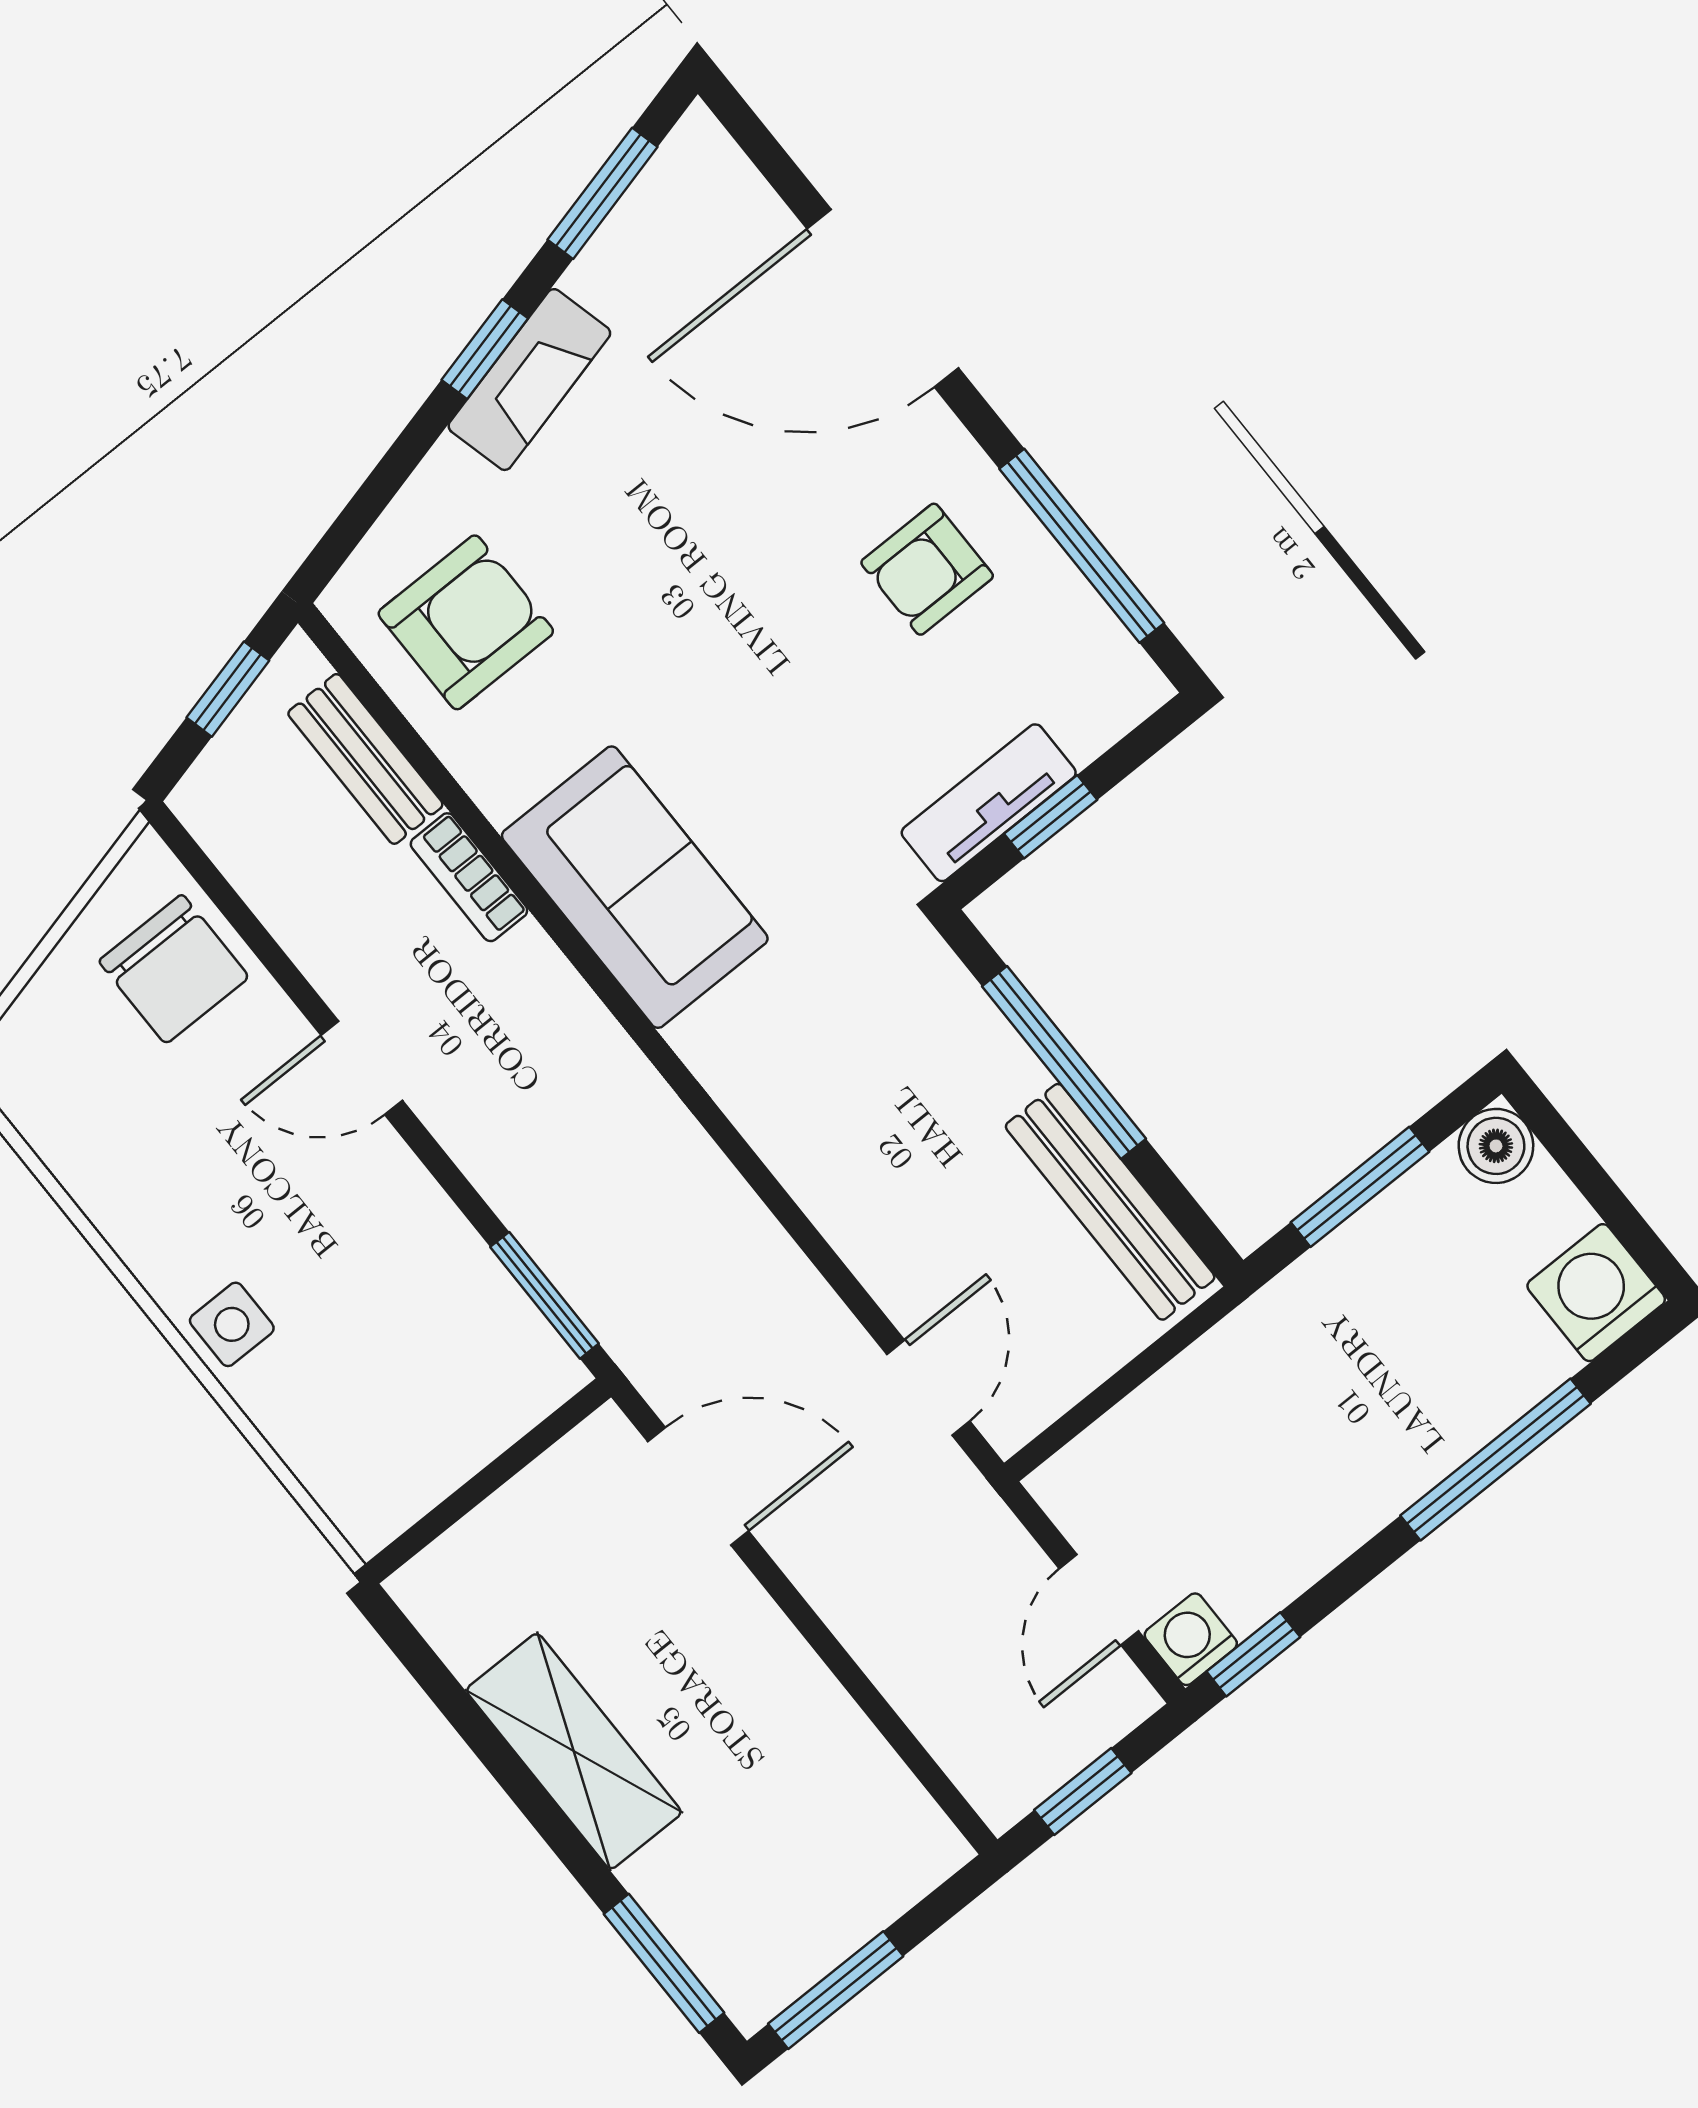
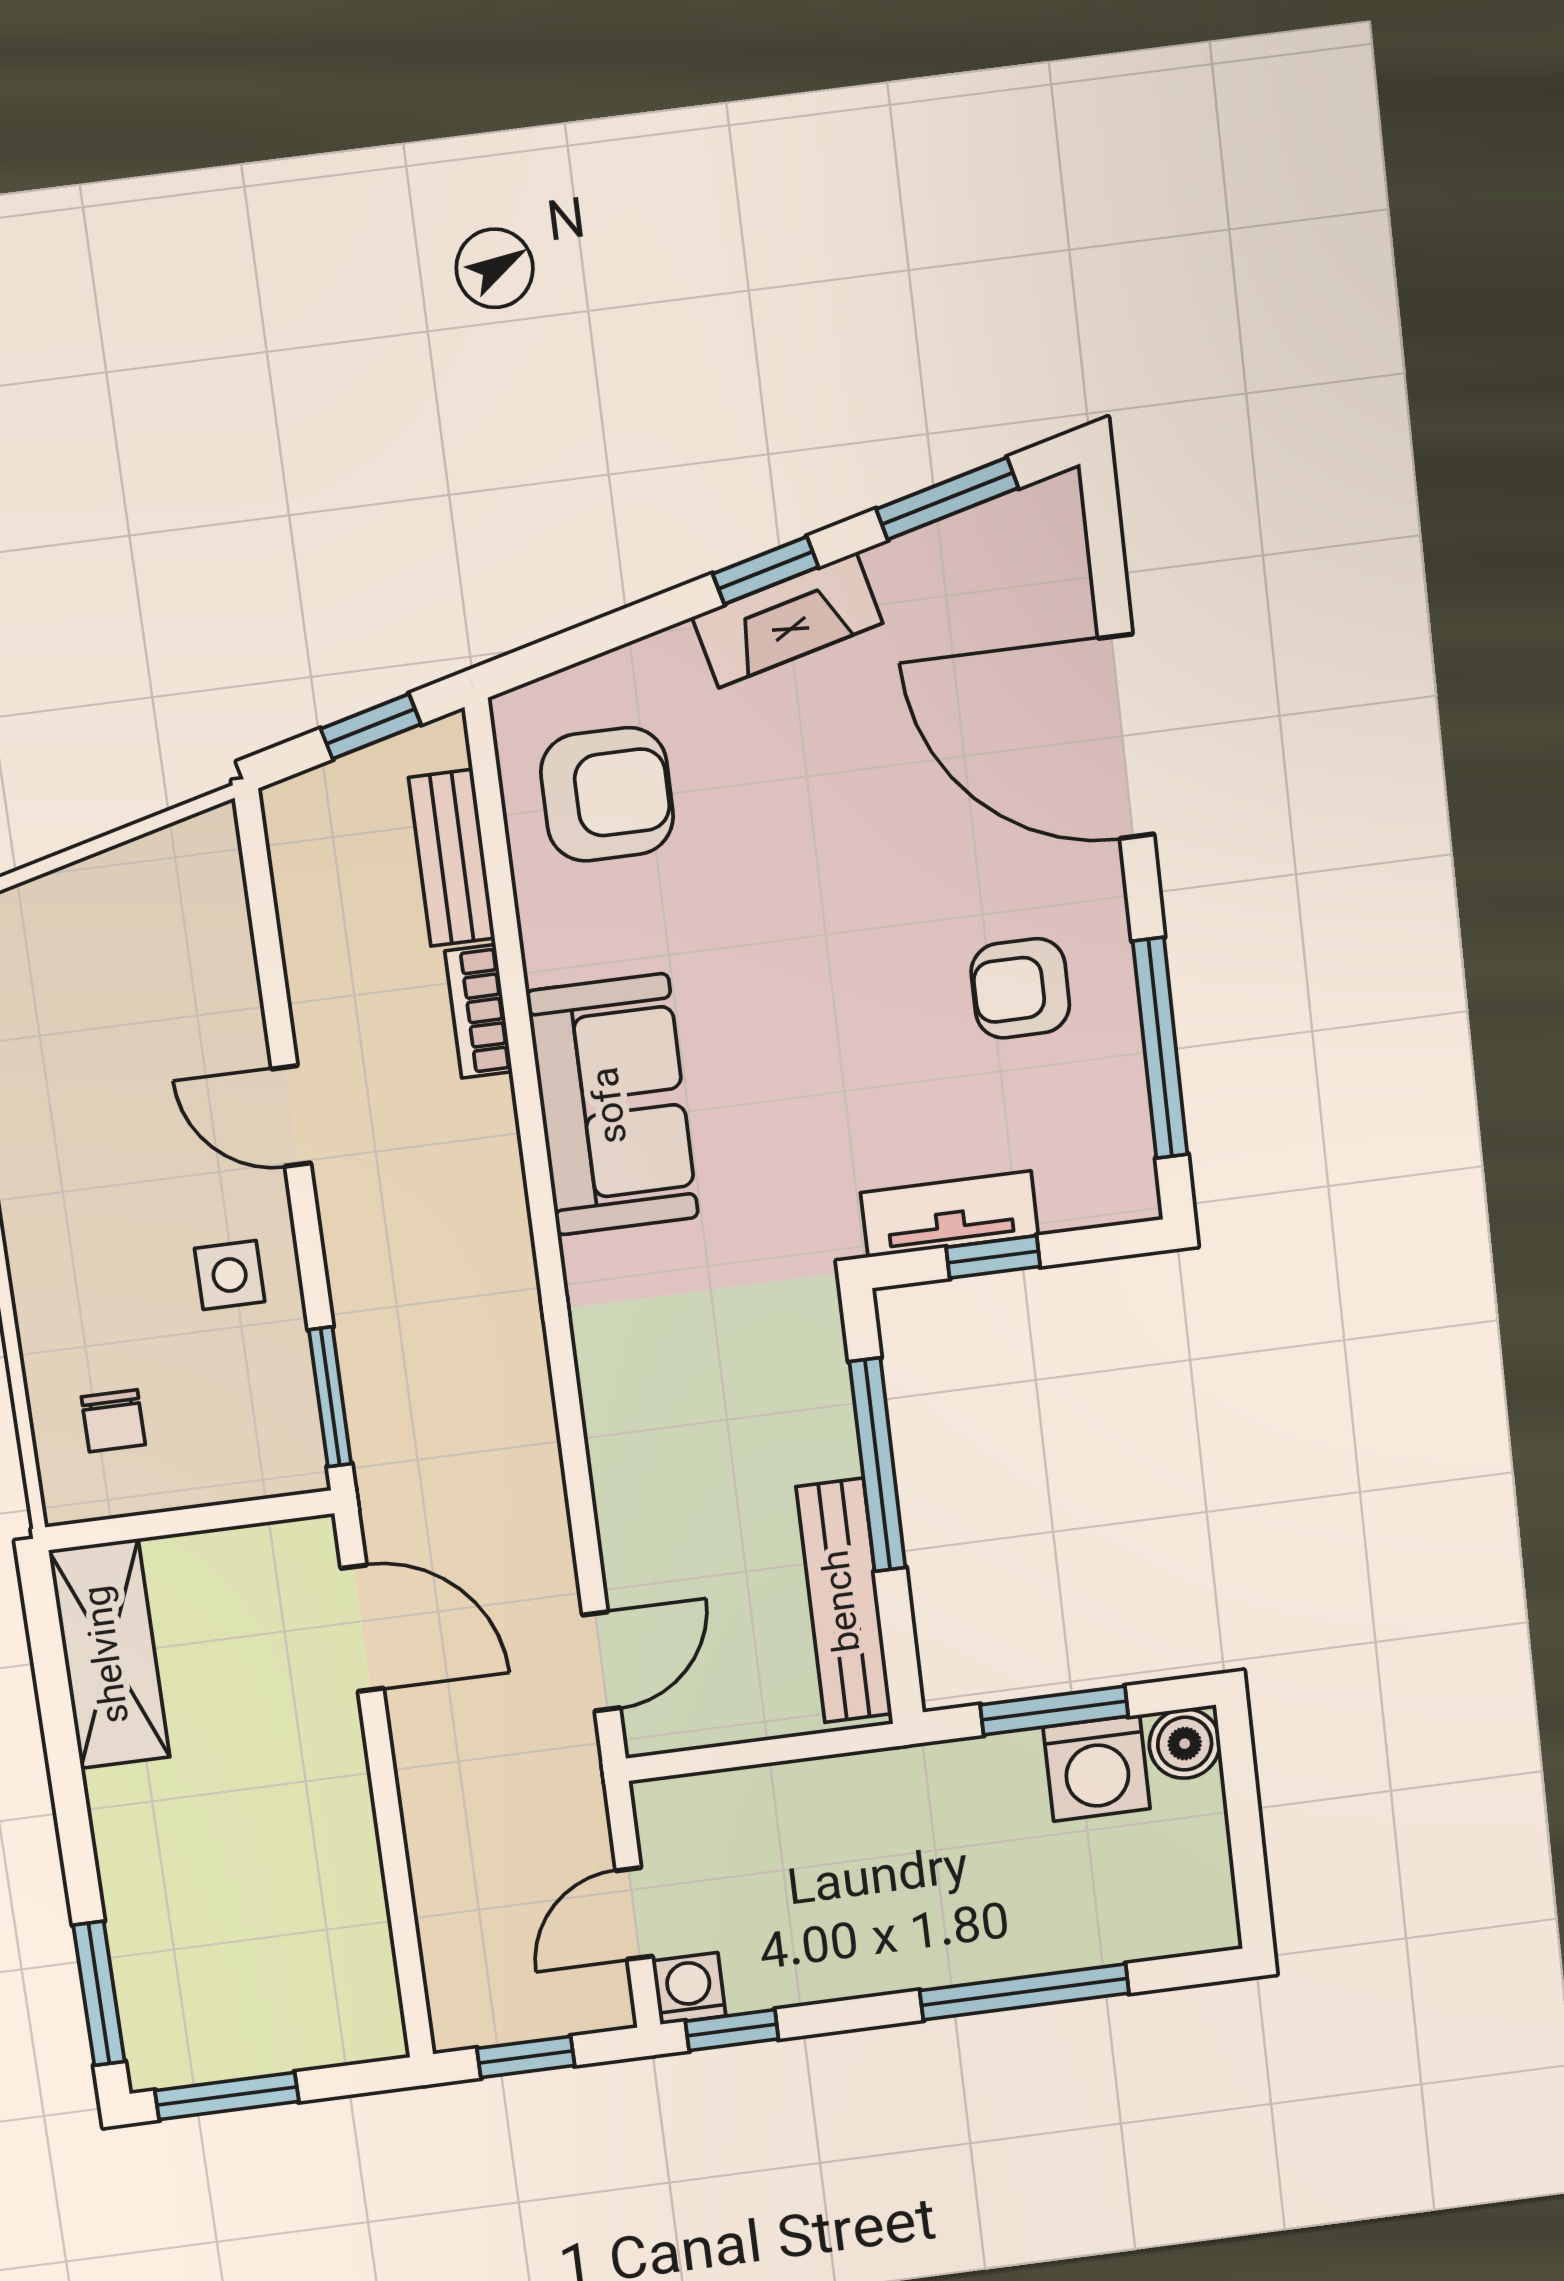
chair: (174, 969) -> (113, 1421), moved, width x0.54, depth x0.54
washing machine: (1596, 1293) -> (1097, 1768), moved, turned 180
side table: (232, 1324) -> (230, 1275), moved
shelving: (574, 1751) -> (109, 1654), moved

